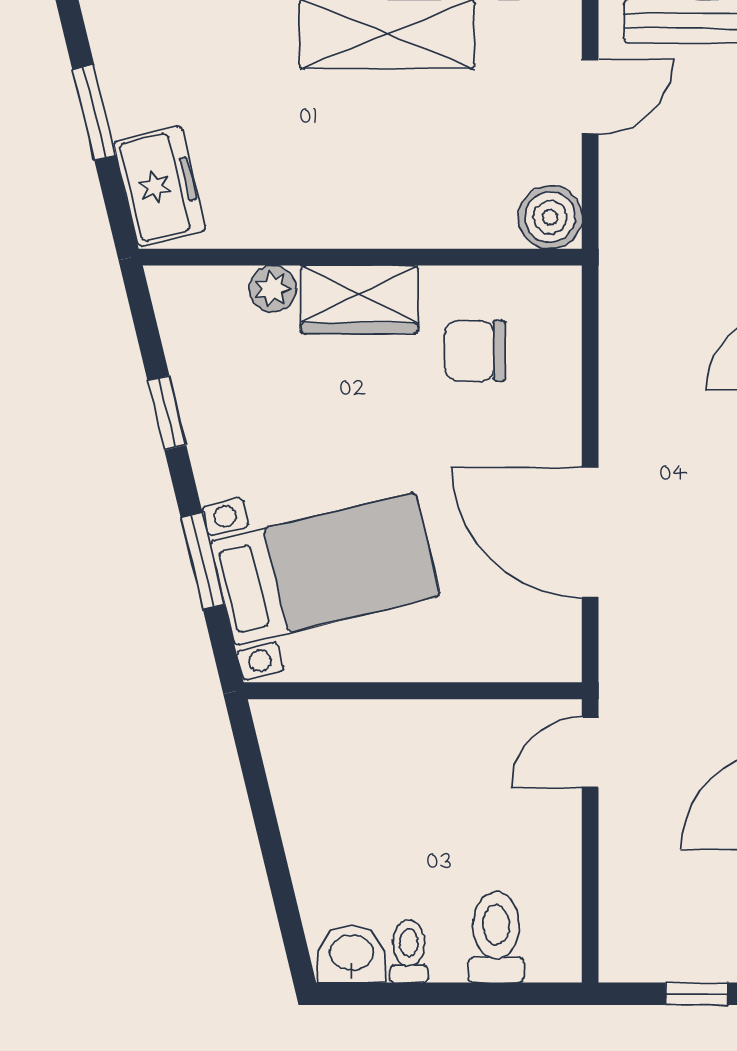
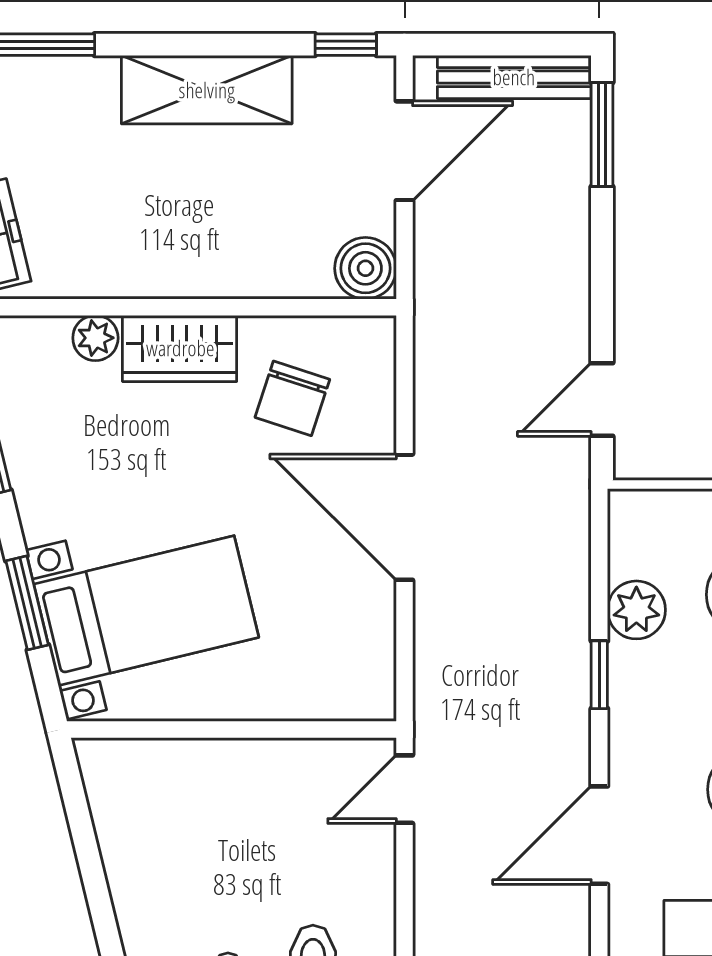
door: (590, 97) -> (404, 151), width x1.38
chair: (475, 351) -> (292, 398), turned -72
door: (590, 532) -> (404, 517), moved

